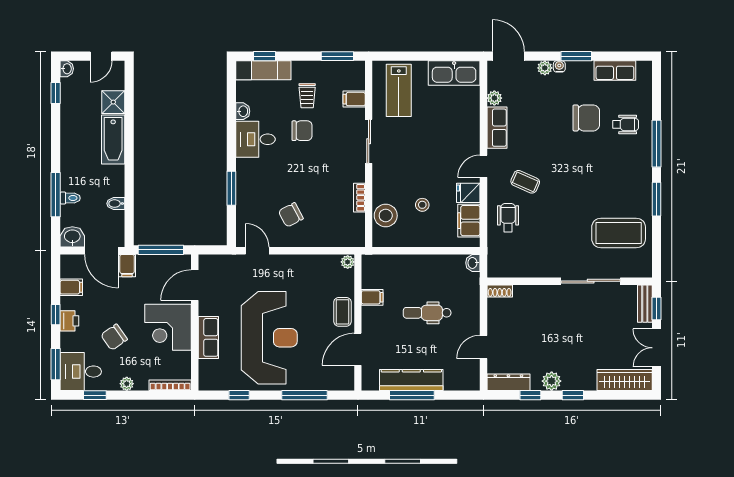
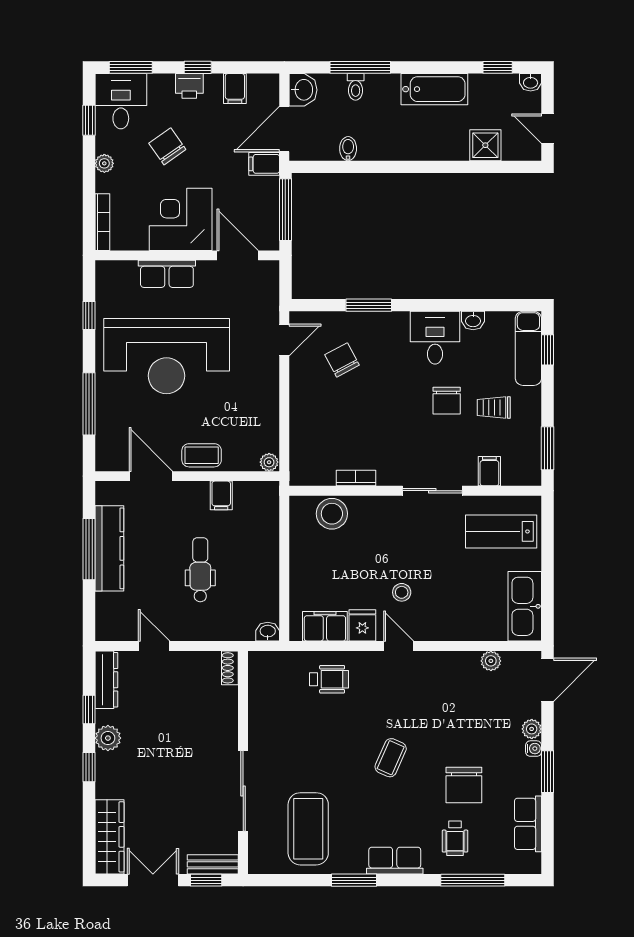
row of seats: (497, 128) -> (395, 861), moved, turned 180
bathtub: (113, 140) -> (434, 89), moved, turned 180
window: (656, 144) -> (473, 880), moved
coffee table: (525, 182) -> (391, 758), moved
stool: (422, 205) -> (402, 592), moved
chair: (291, 215) -> (342, 360), moved

